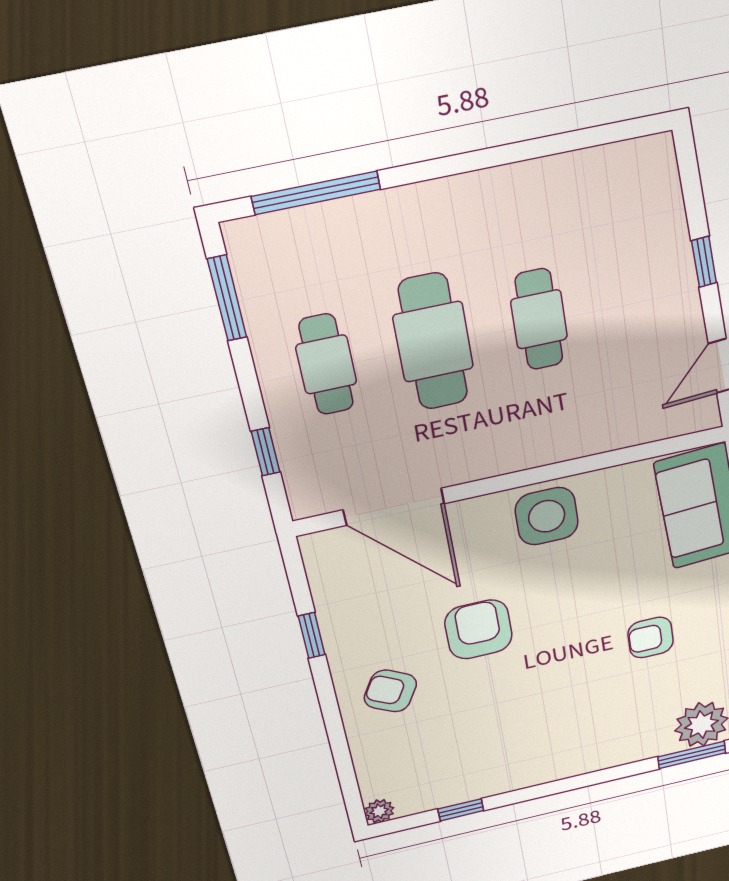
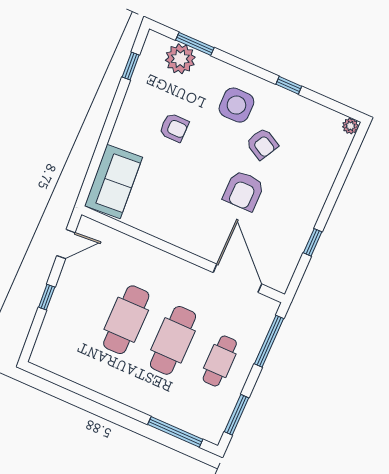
cafe table: (539, 319) -> (126, 320), width x1.37, depth x1.35
window: (266, 452) -> (269, 341), width x2.17
side table: (547, 516) -> (236, 105), moved
armchair: (390, 691) -> (262, 144), moved
window: (461, 810) -> (289, 85), moved

